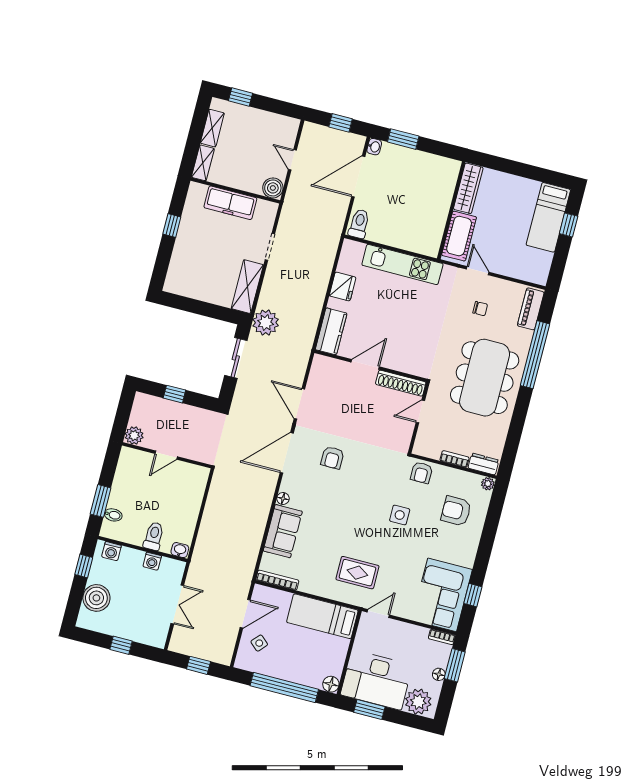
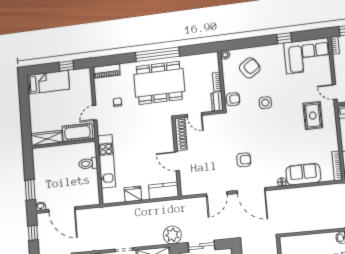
toilet: (359, 224) -> (88, 164), moved
window: (569, 225) -> (66, 66), moved
window: (535, 355) -> (157, 54), moved
dresser: (483, 464) -> (217, 102), moved
armchair: (456, 511) -> (250, 68), turned -125
window: (473, 595) -> (284, 38), moved

